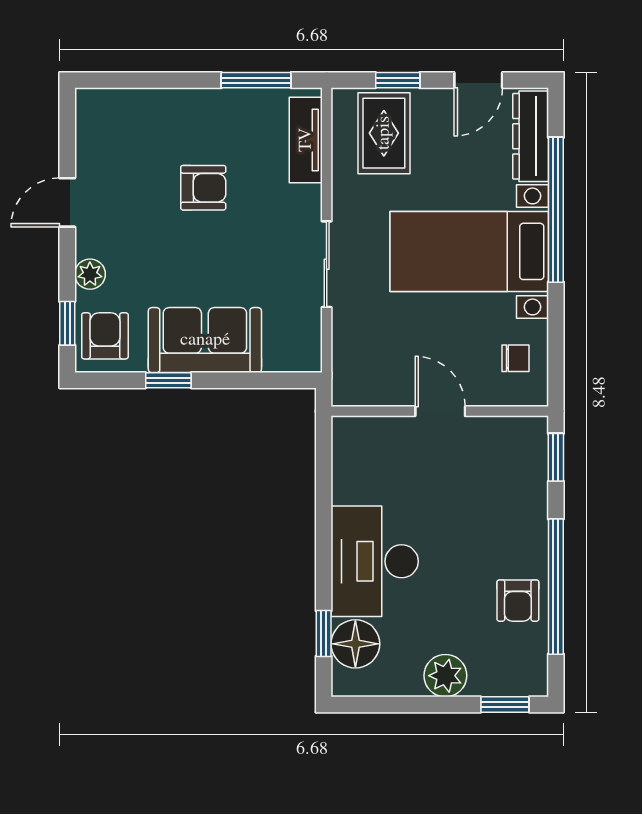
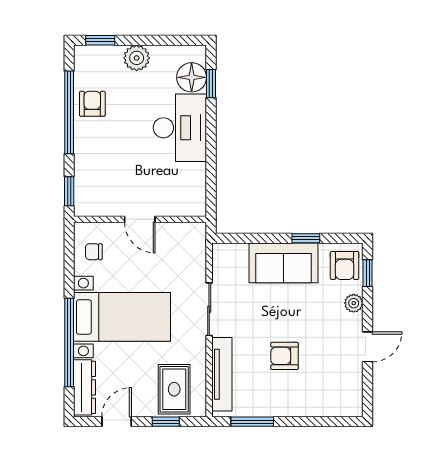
tv unit: (306, 140) -> (222, 374), width x1.41

